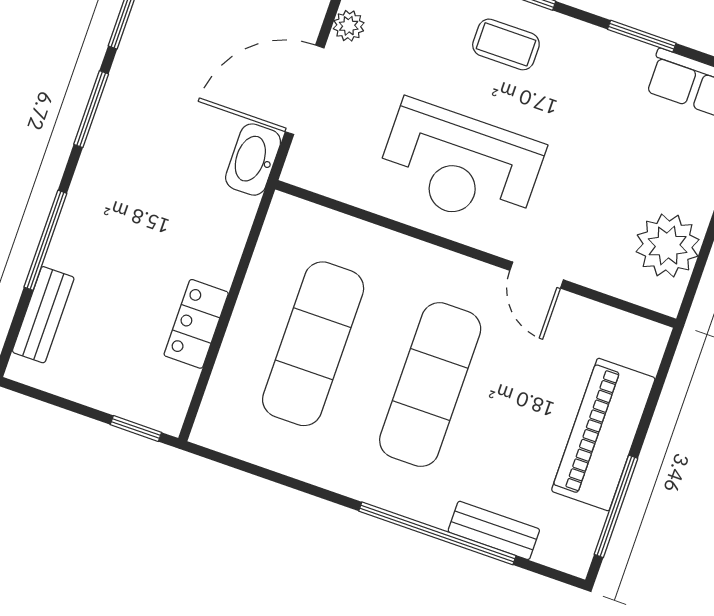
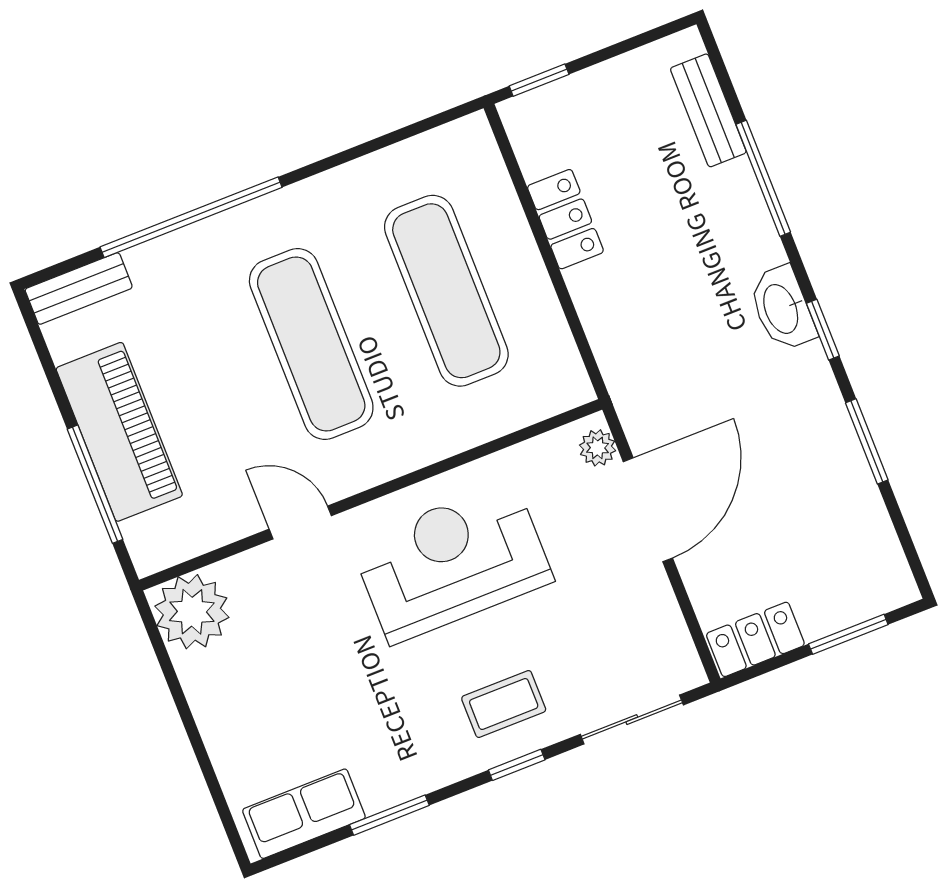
plant: (349, 26) -> (598, 448), moved
window: (91, 109) -> (823, 330), width x0.67
washbasin: (253, 160) -> (782, 308), moved, turned 180
plant: (668, 246) -> (192, 612), moved
window: (616, 506) -> (95, 484), moved
bench: (494, 530) -> (79, 288), moved

